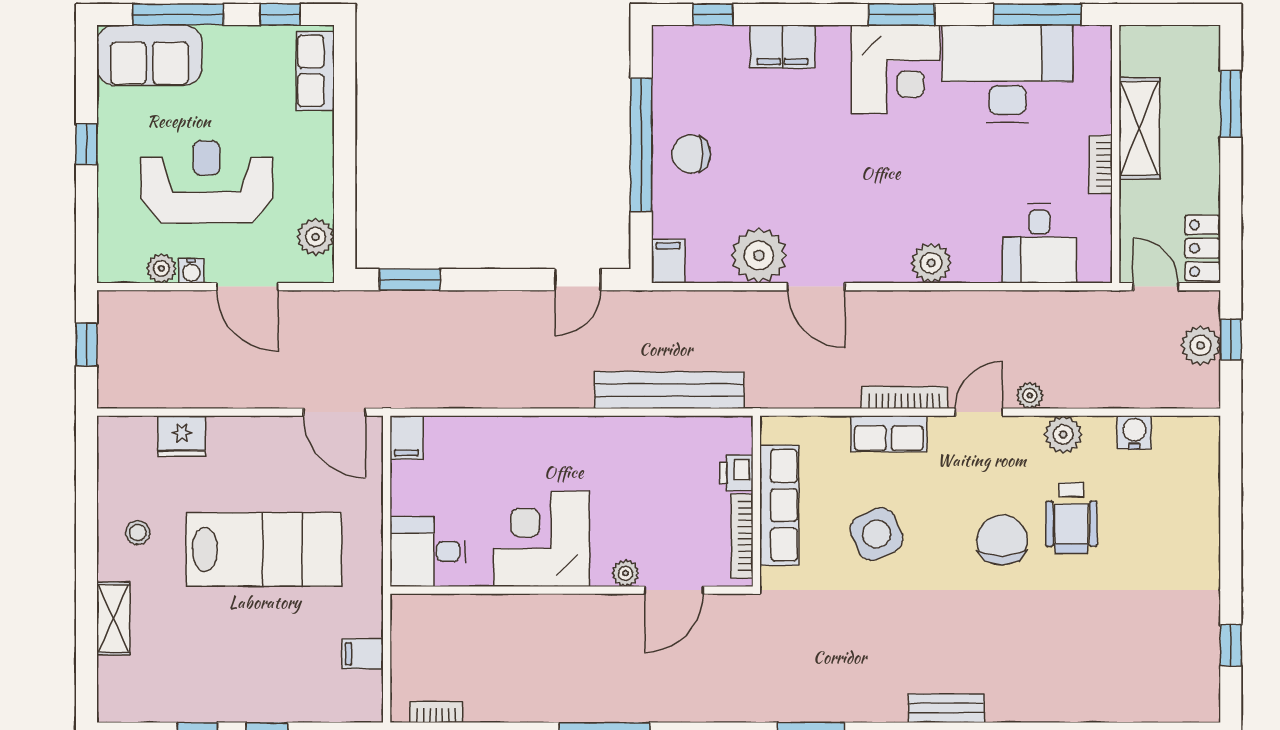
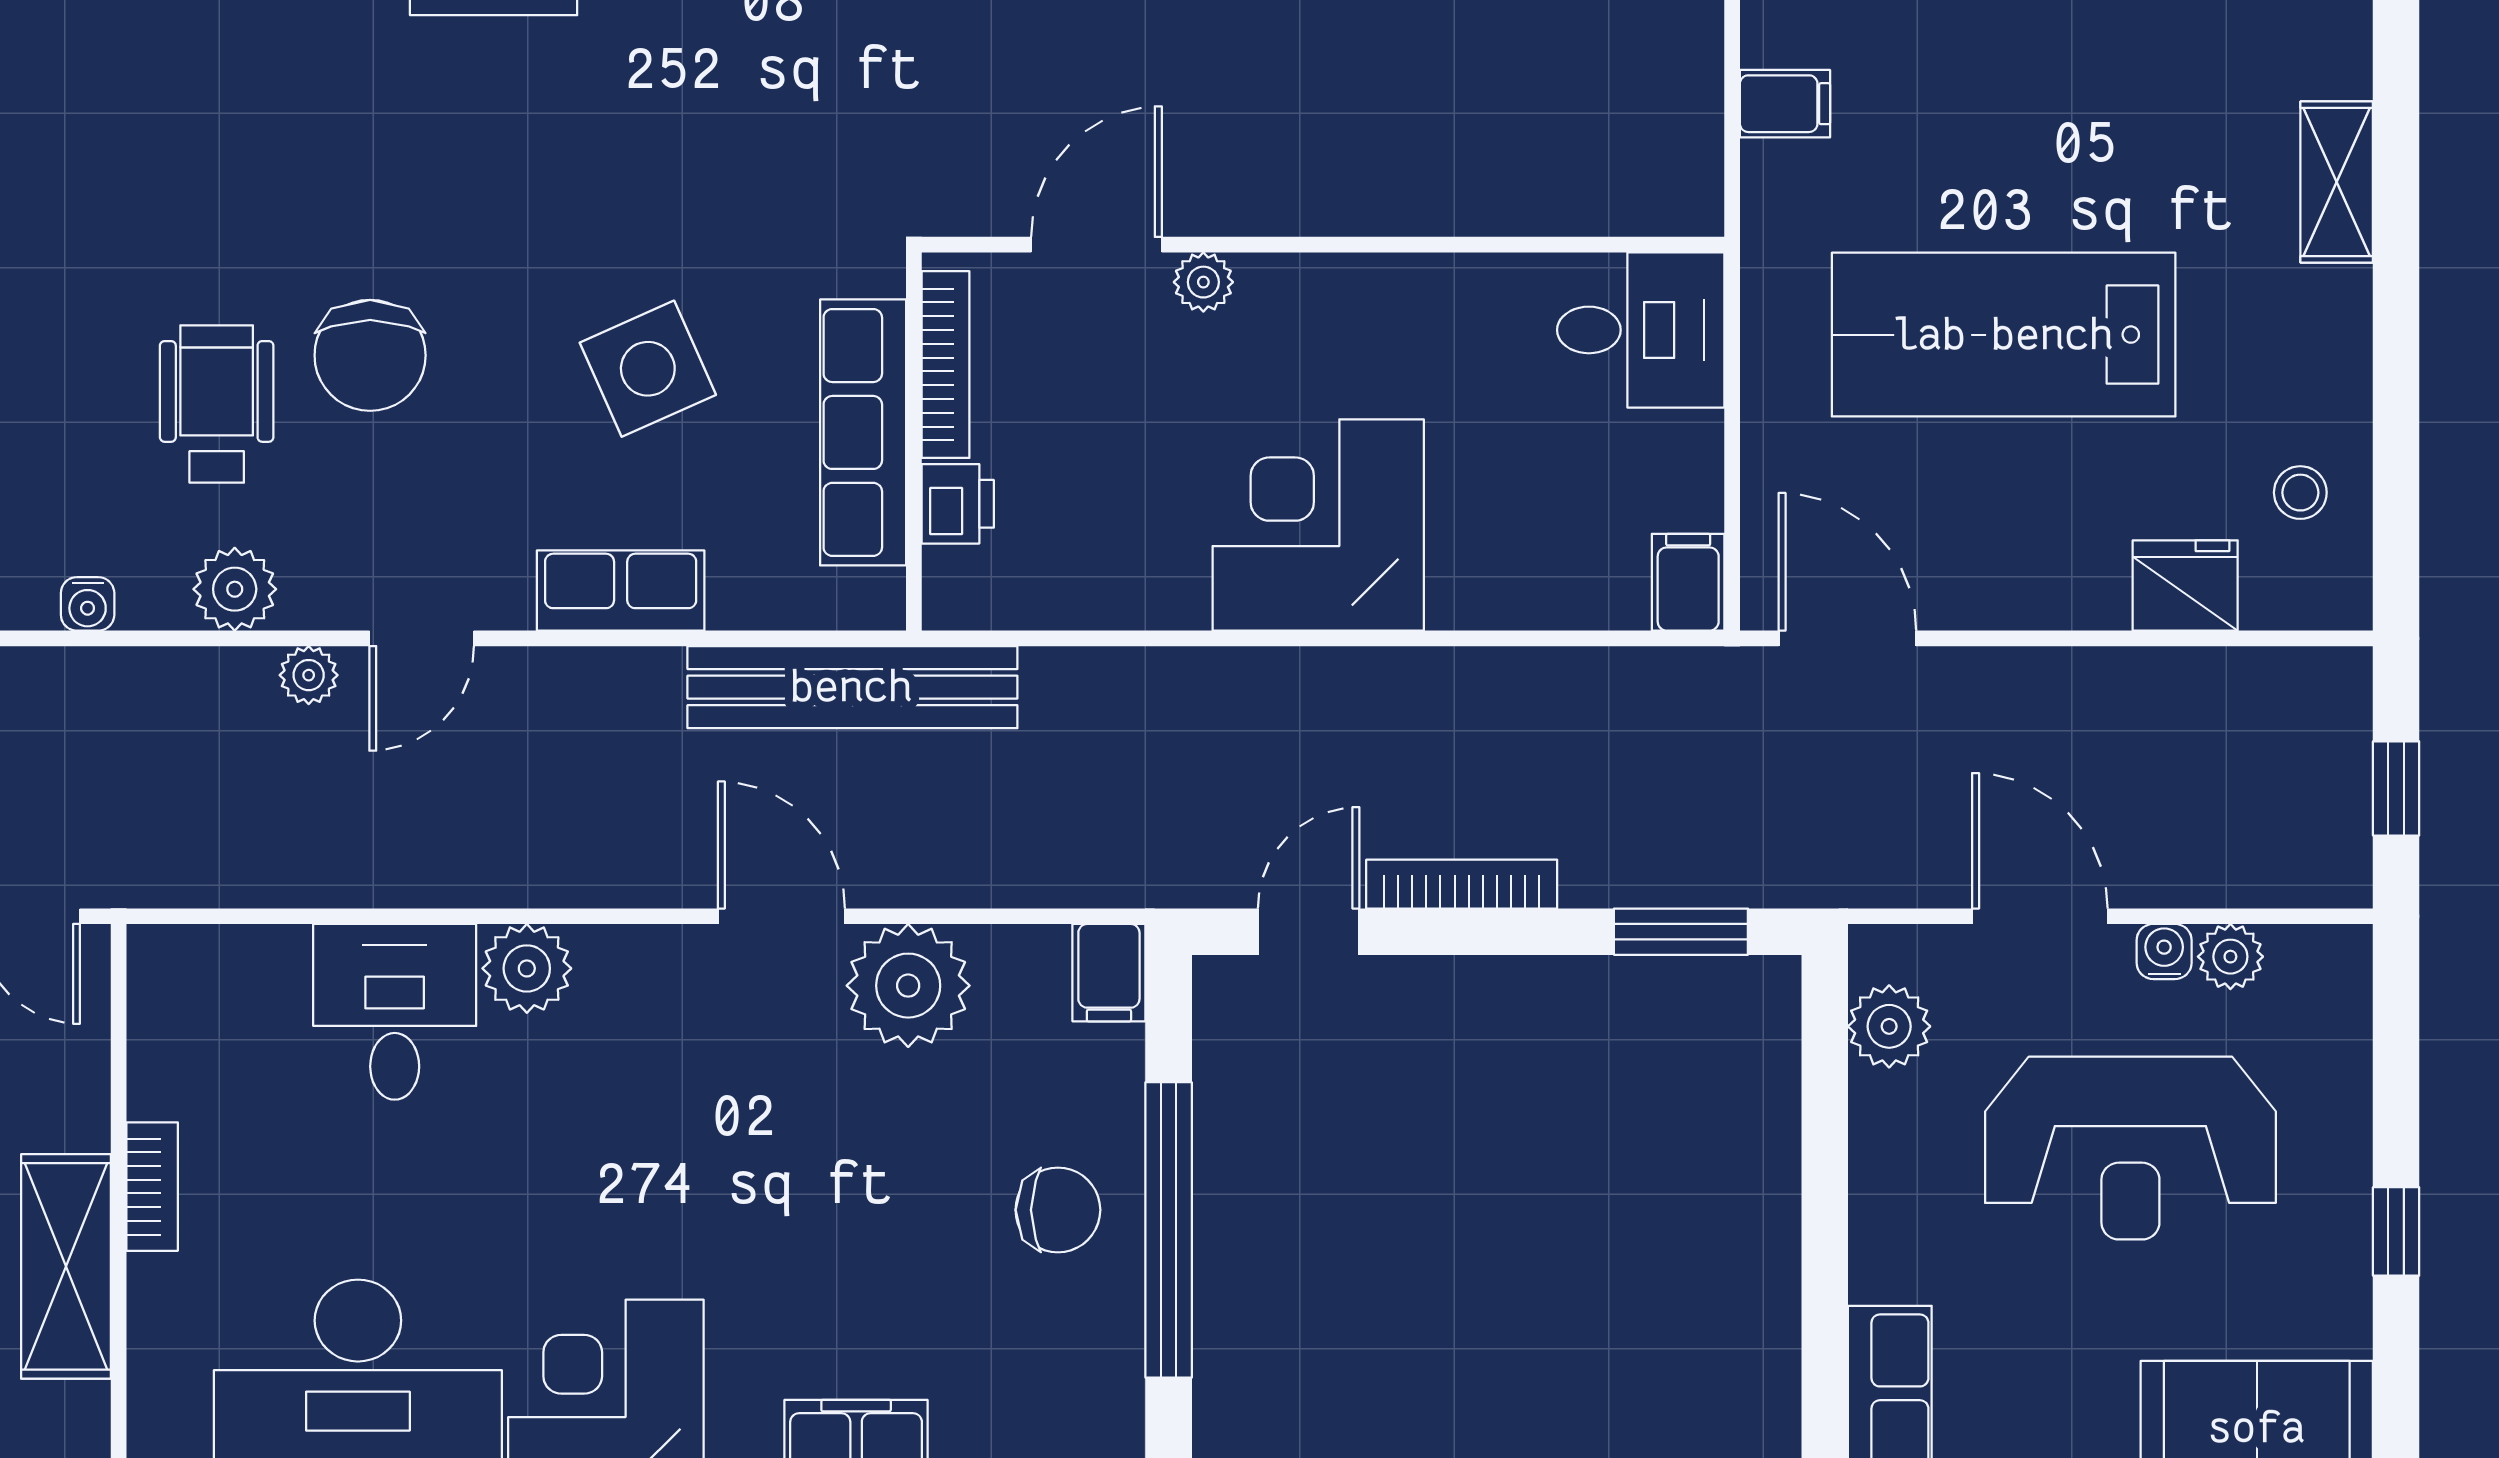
desk: (1040, 243) -> (395, 1012), moved
bench: (669, 390) -> (852, 687), moved
bookcase: (905, 398) -> (1462, 884), moved, turned 180
water cooler: (1134, 432) -> (88, 604), width x0.72, depth x0.72
stool: (138, 533) -> (2300, 493), moved
corner desk: (541, 539) -> (1318, 525), moved, turned 180

